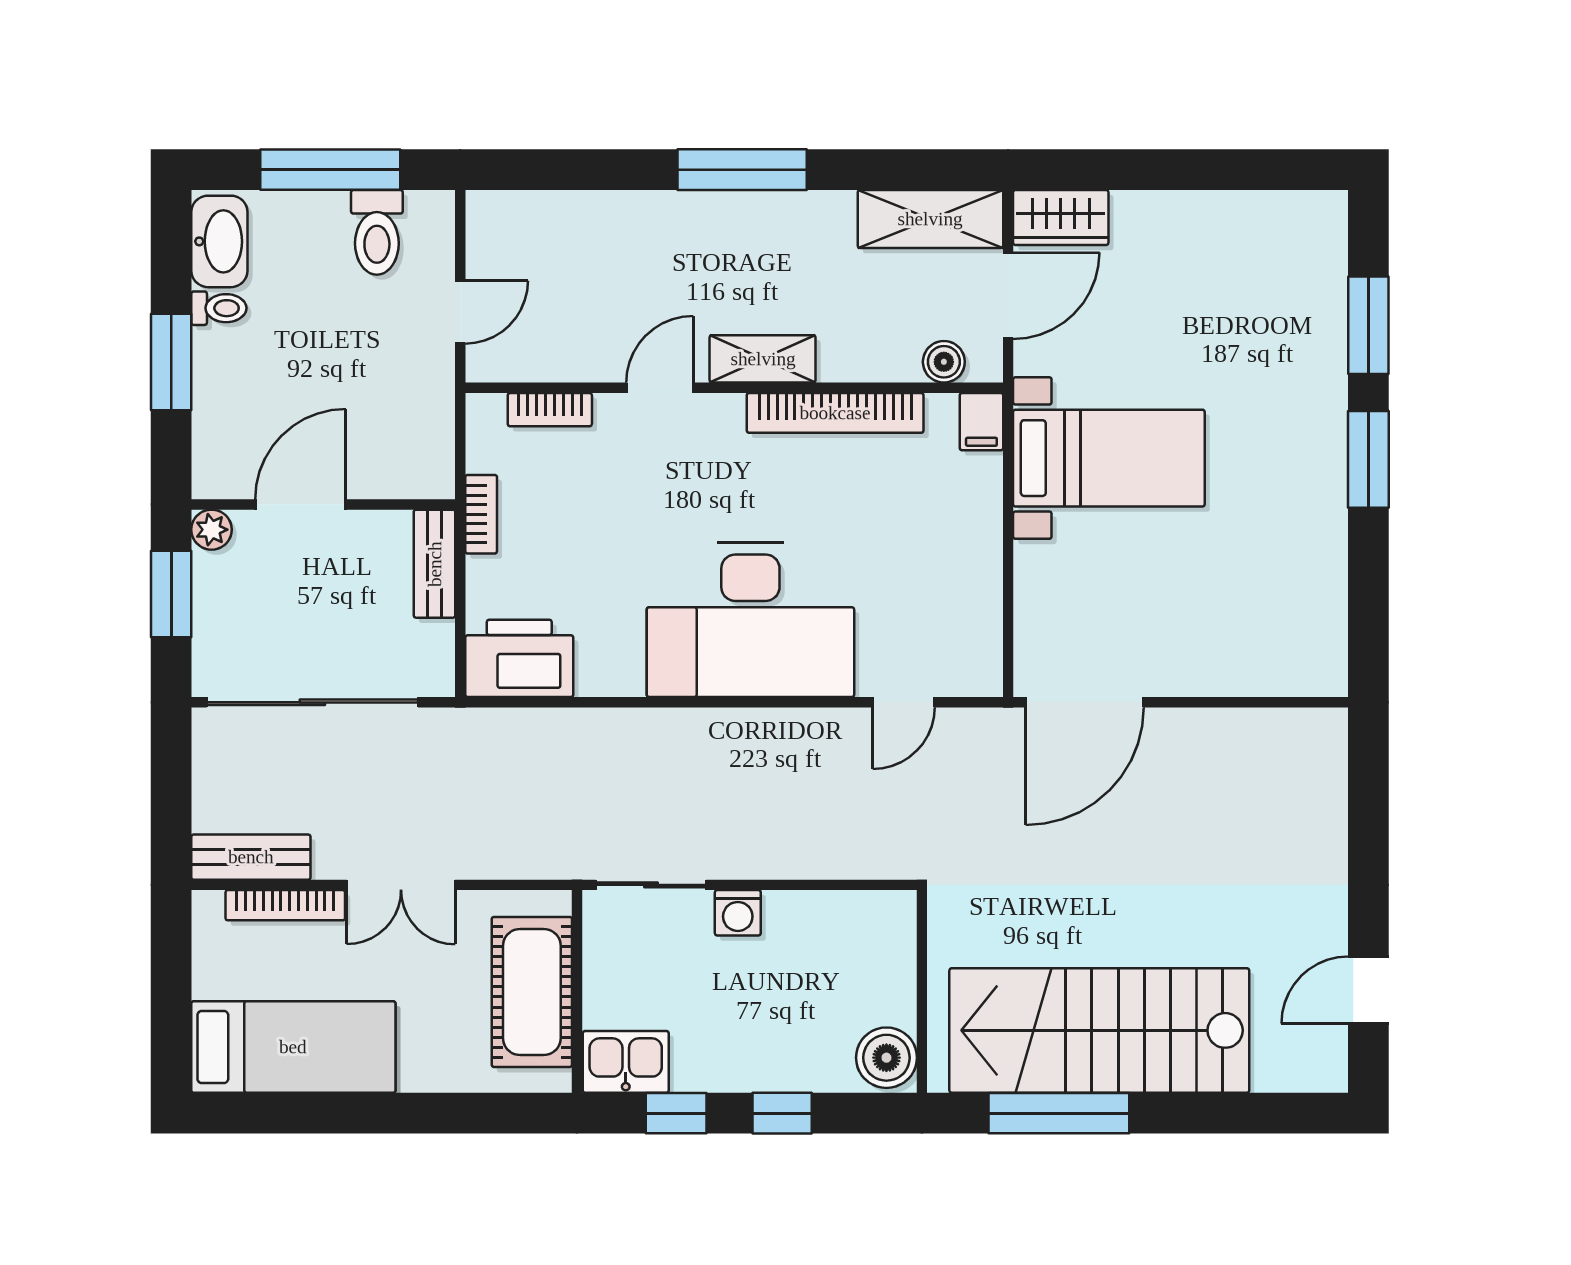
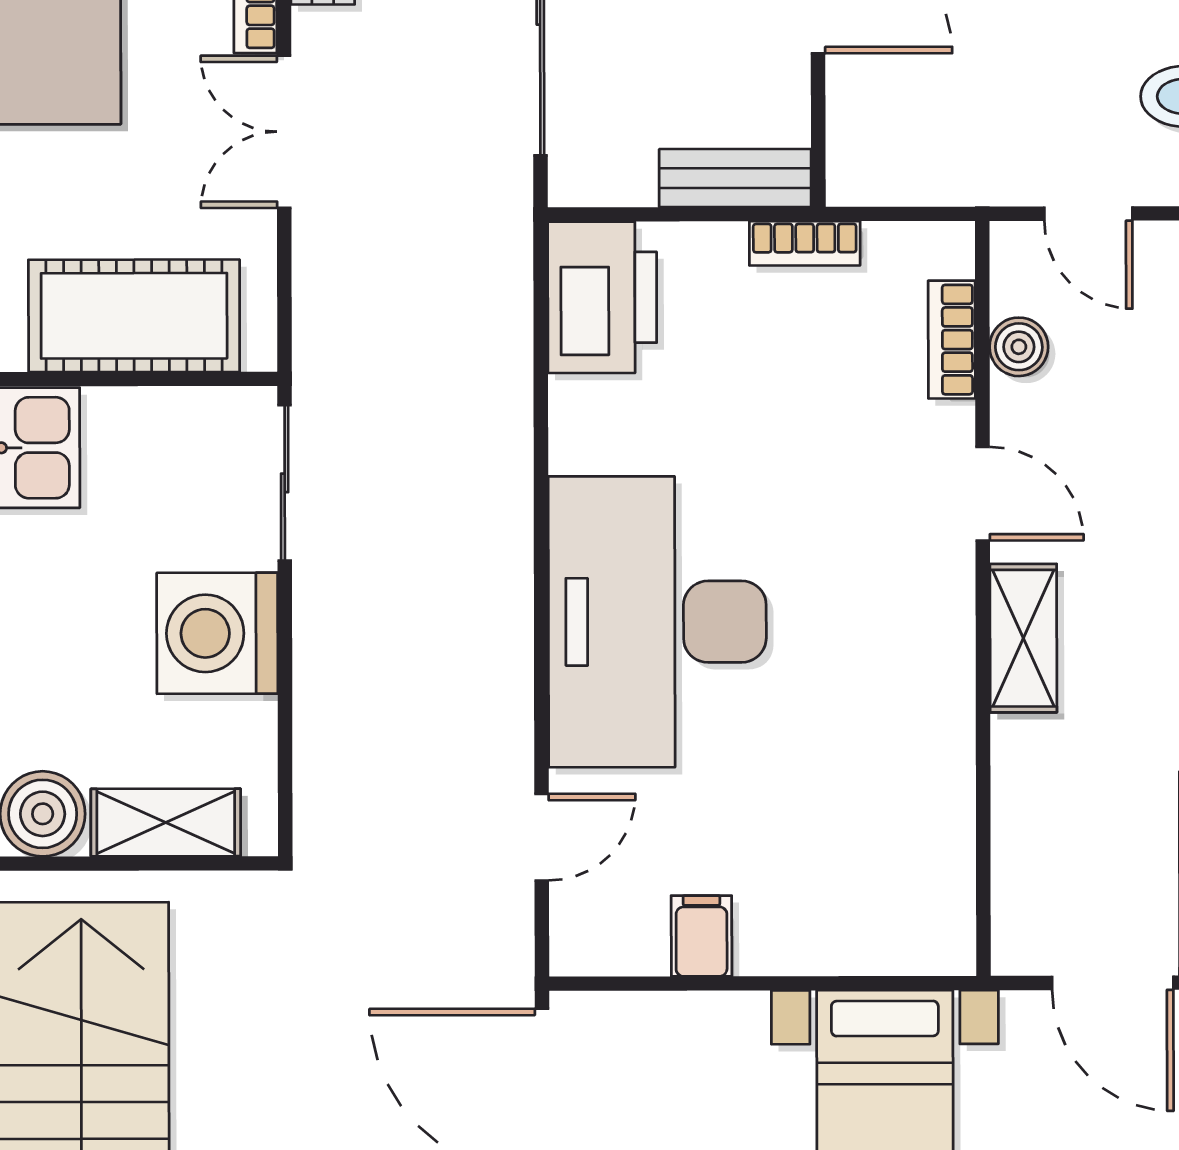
boiler: (944, 362) -> (1019, 347), moved
bookcase: (835, 413) -> (948, 740), removed
filing cabinet: (981, 422) -> (702, 936), moved, turned 90
door: (904, 702) -> (542, 837), swing flipped
washing machine: (738, 913) -> (217, 633), width x1.89, depth x1.89
shelving: (893, 970) -> (166, 823), added

